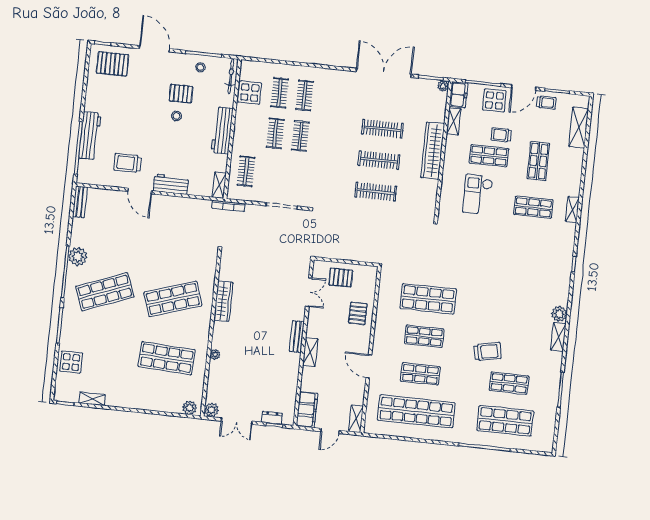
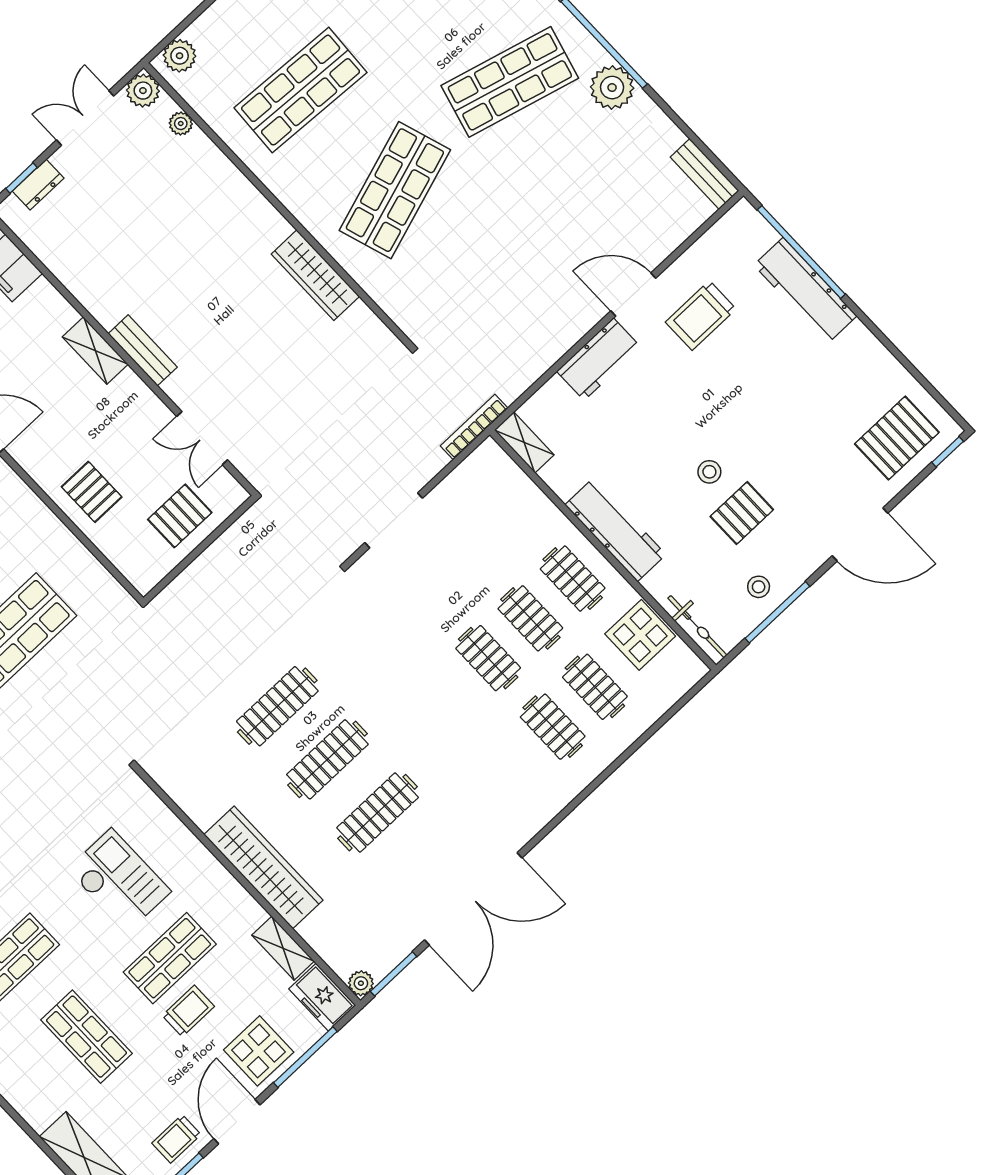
trolley: (128, 163) -> (701, 316), turned 180
clothes rail: (246, 171) -> (573, 579), moved
shop shelf: (105, 292) -> (510, 82), turned 36
plant: (215, 354) -> (181, 124), moved

